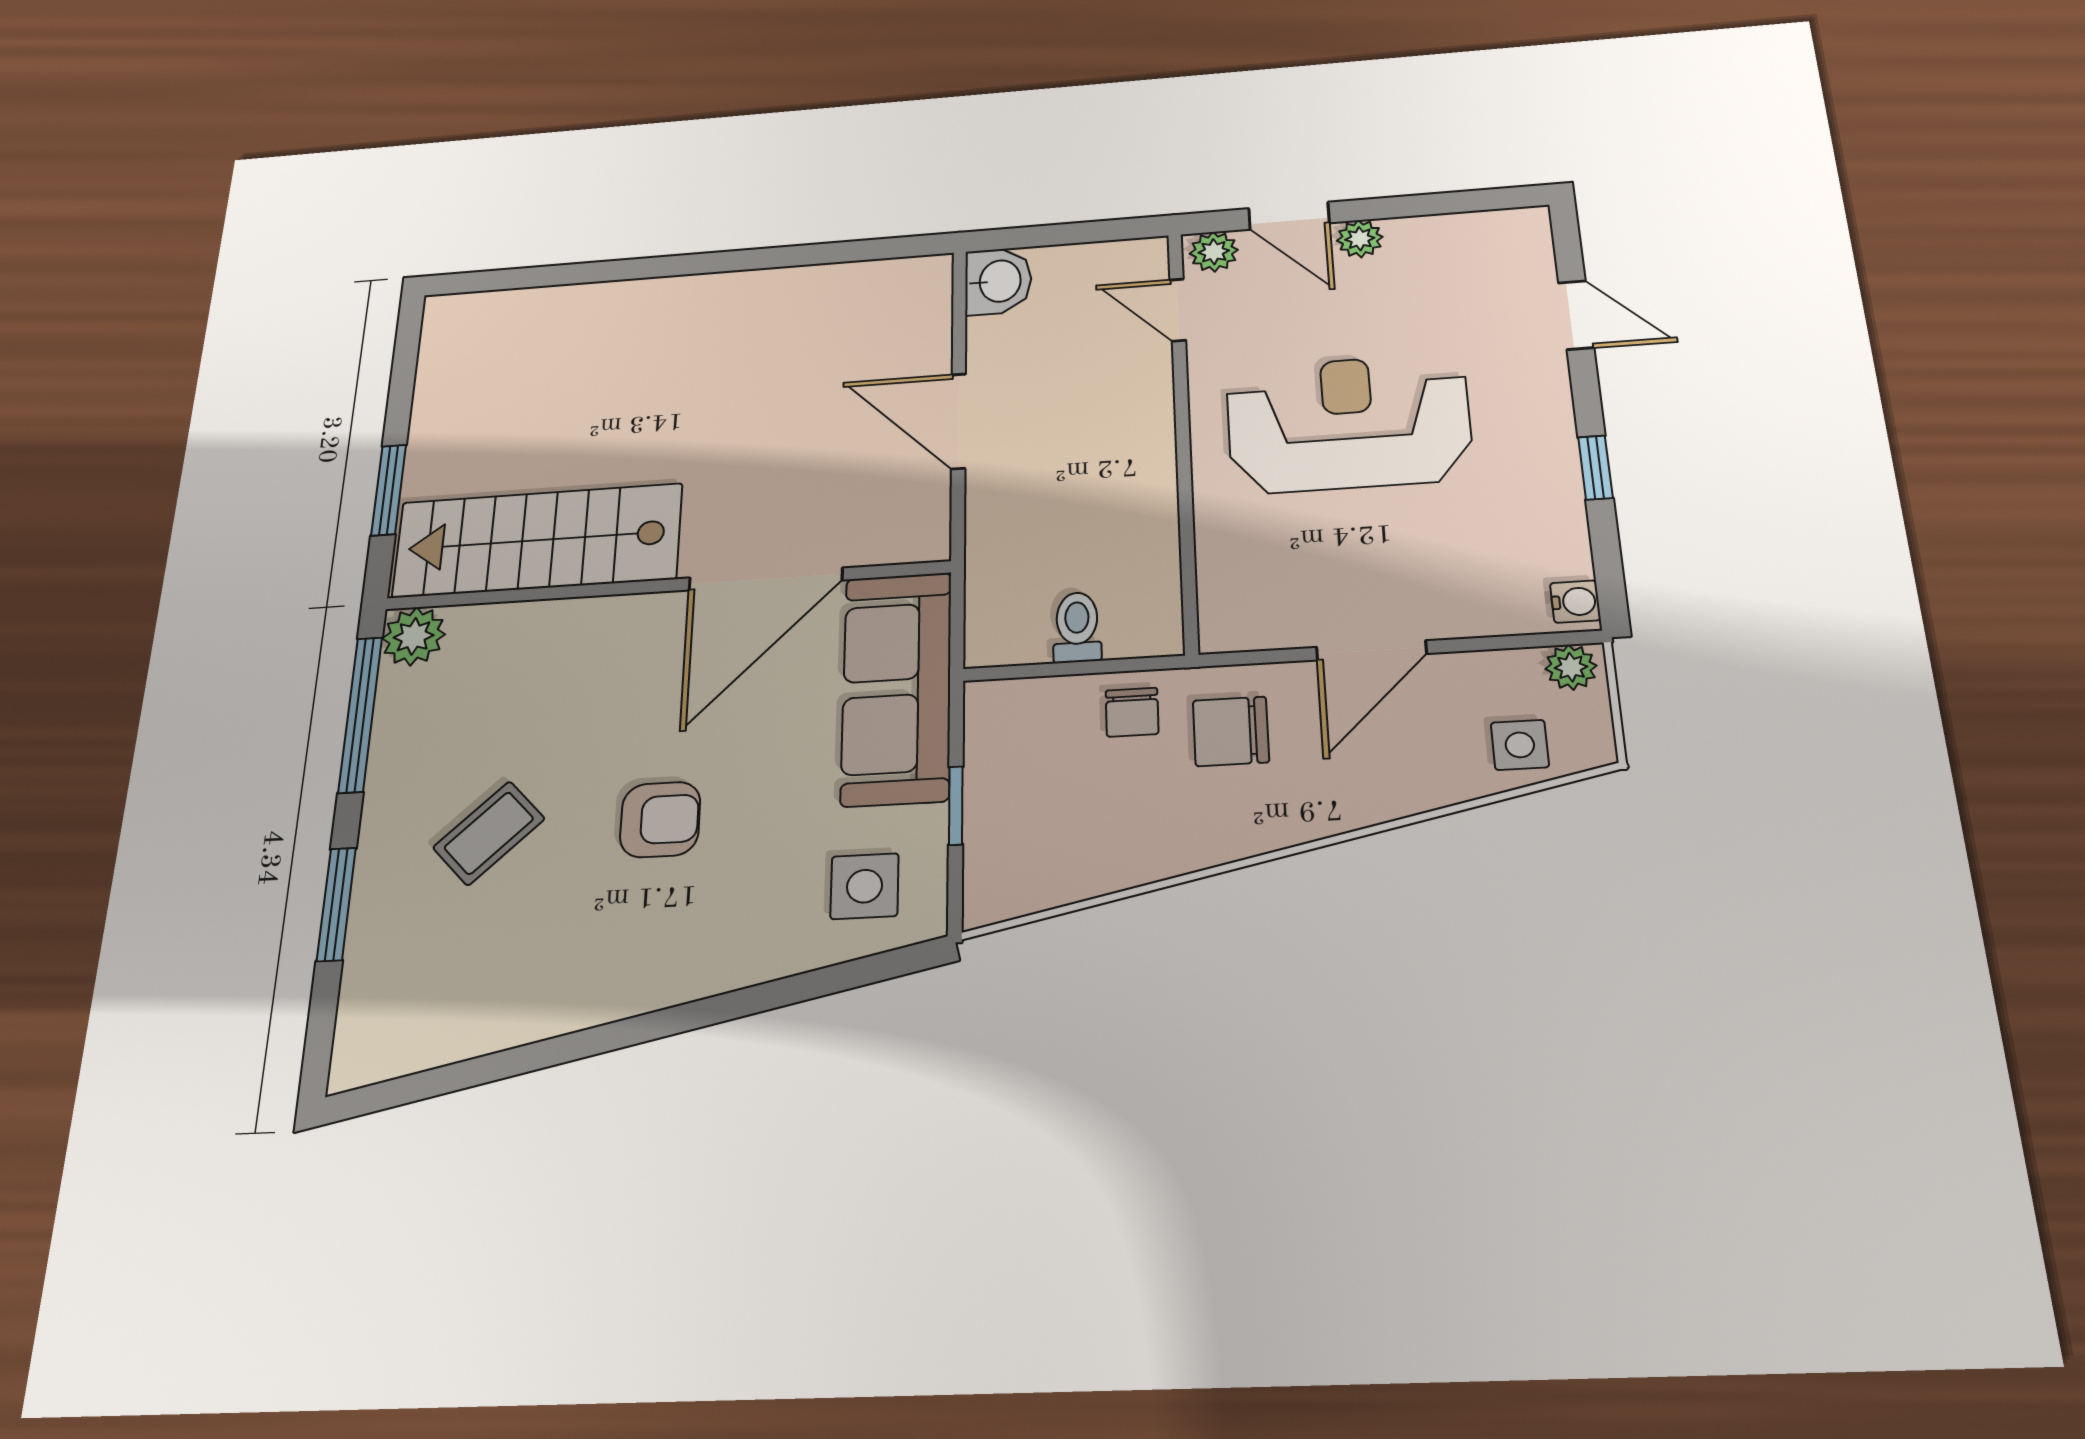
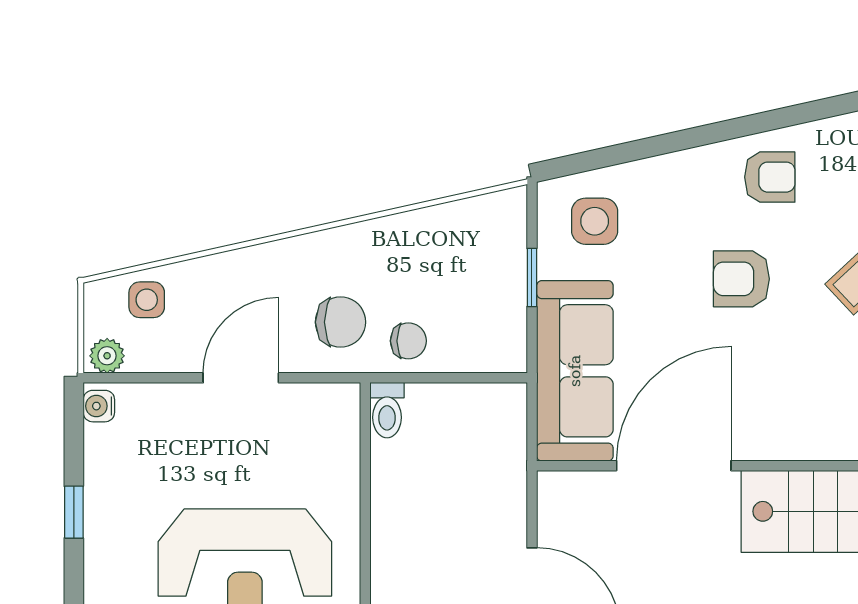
toilet: (1077, 627) -> (387, 410), moved
chair: (1132, 712) -> (408, 341), turned 90
armchair: (611, 959) -> (770, 177), added

